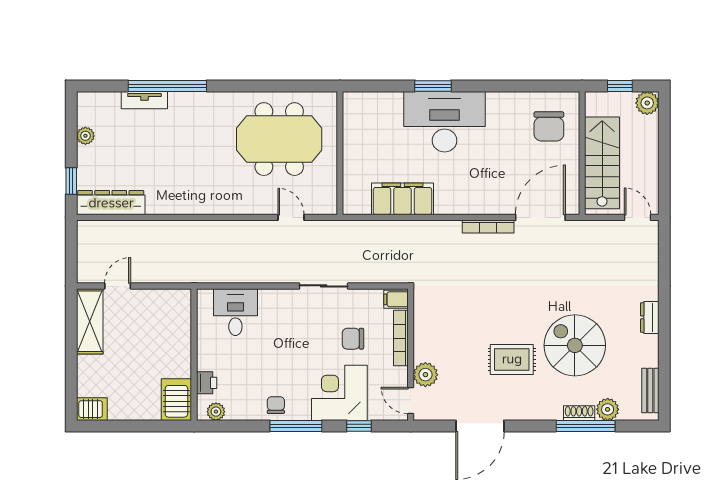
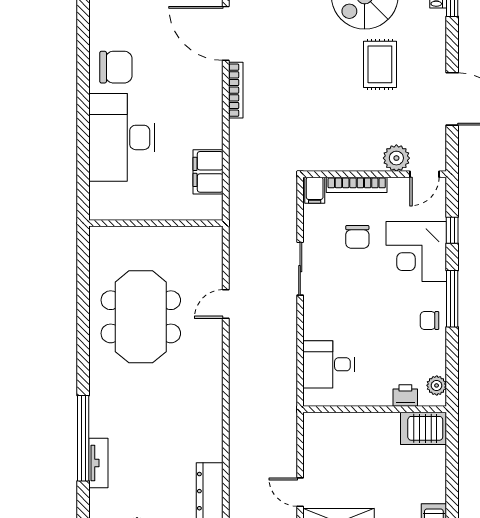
window: (433, 86) -> (83, 150), removed
chair: (549, 126) -> (116, 67), moved
wall: (340, 153) -> (156, 223), moved
filing cabinet: (402, 199) -> (208, 172), width x0.67, depth x0.86

